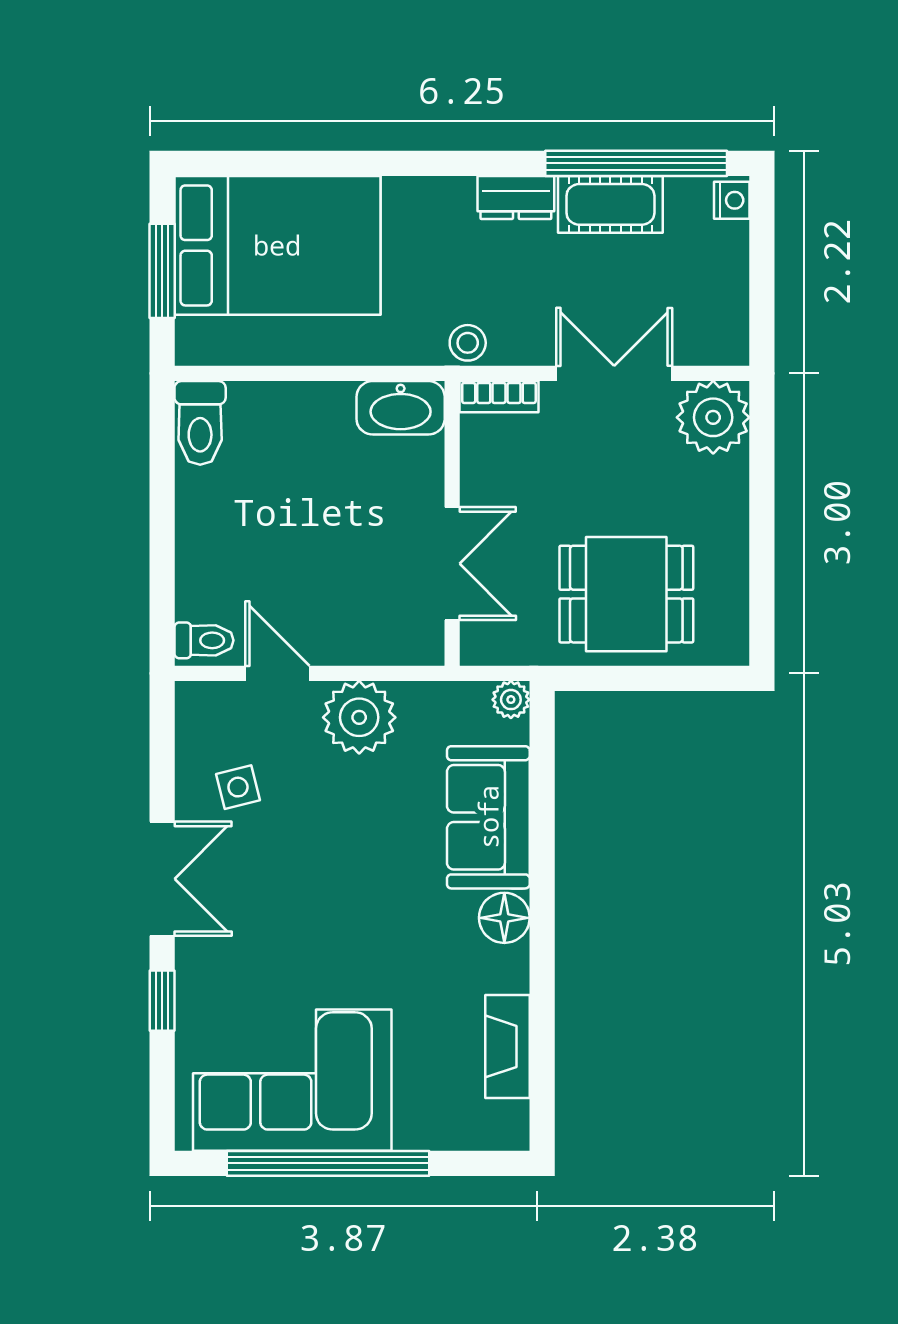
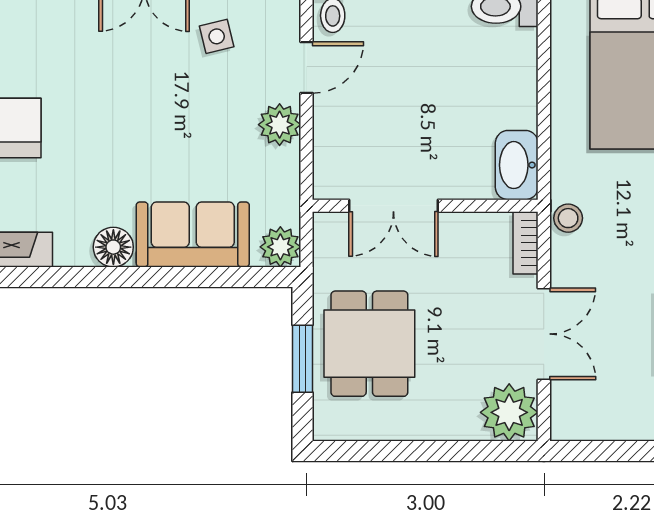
window: (645, 678) -> (303, 359), added
plant: (511, 700) -> (280, 247), width x1.38, depth x1.38
plant: (359, 717) -> (280, 125), width x0.73, depth x0.73

